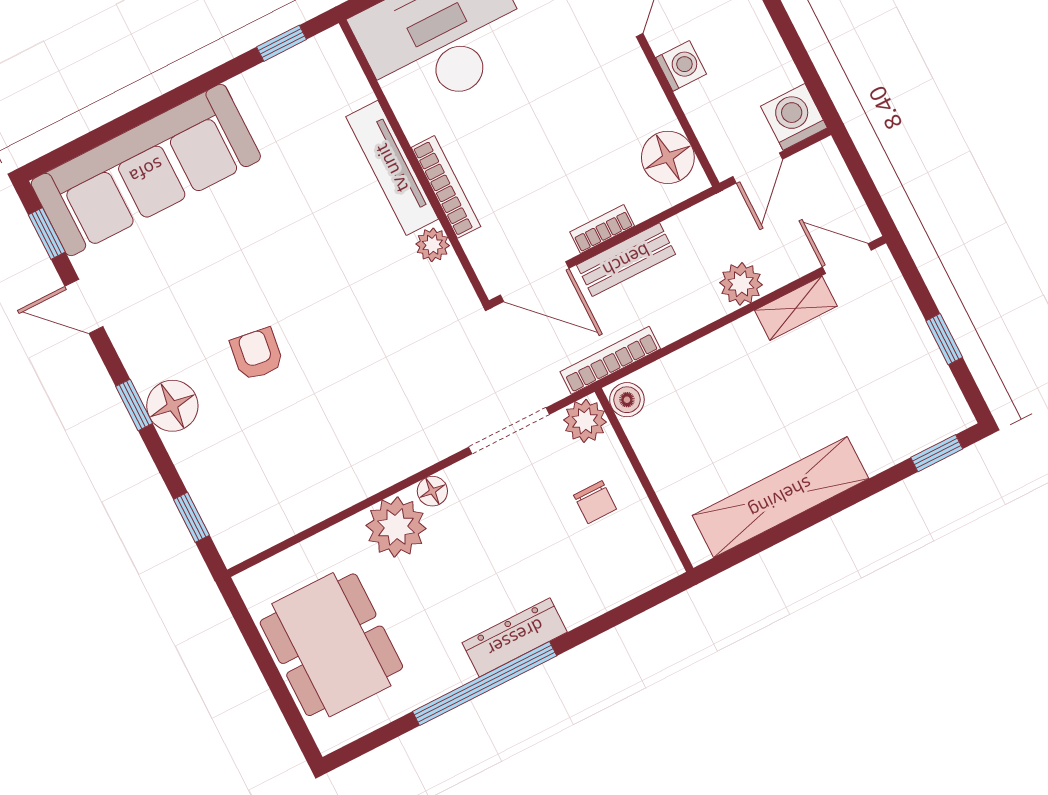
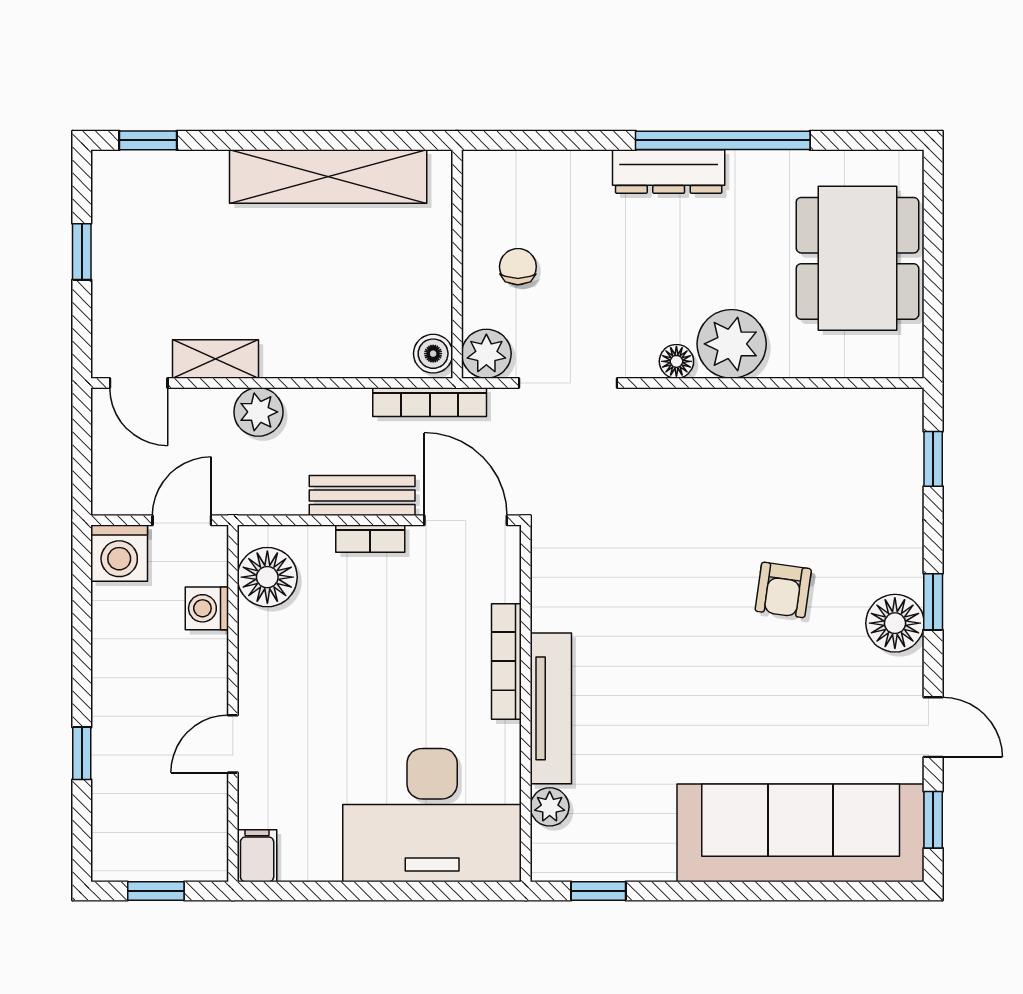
washing machine: (681, 66) -> (207, 608), moved
plant: (433, 245) -> (550, 807), moved
floor lamp: (172, 406) -> (895, 623), moved

